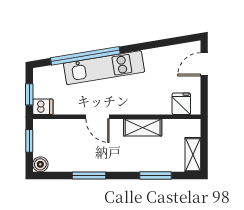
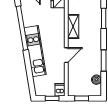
window: (85, 56) -> (22, 28), moved
boiler: (40, 164) -> (96, 80), moved

